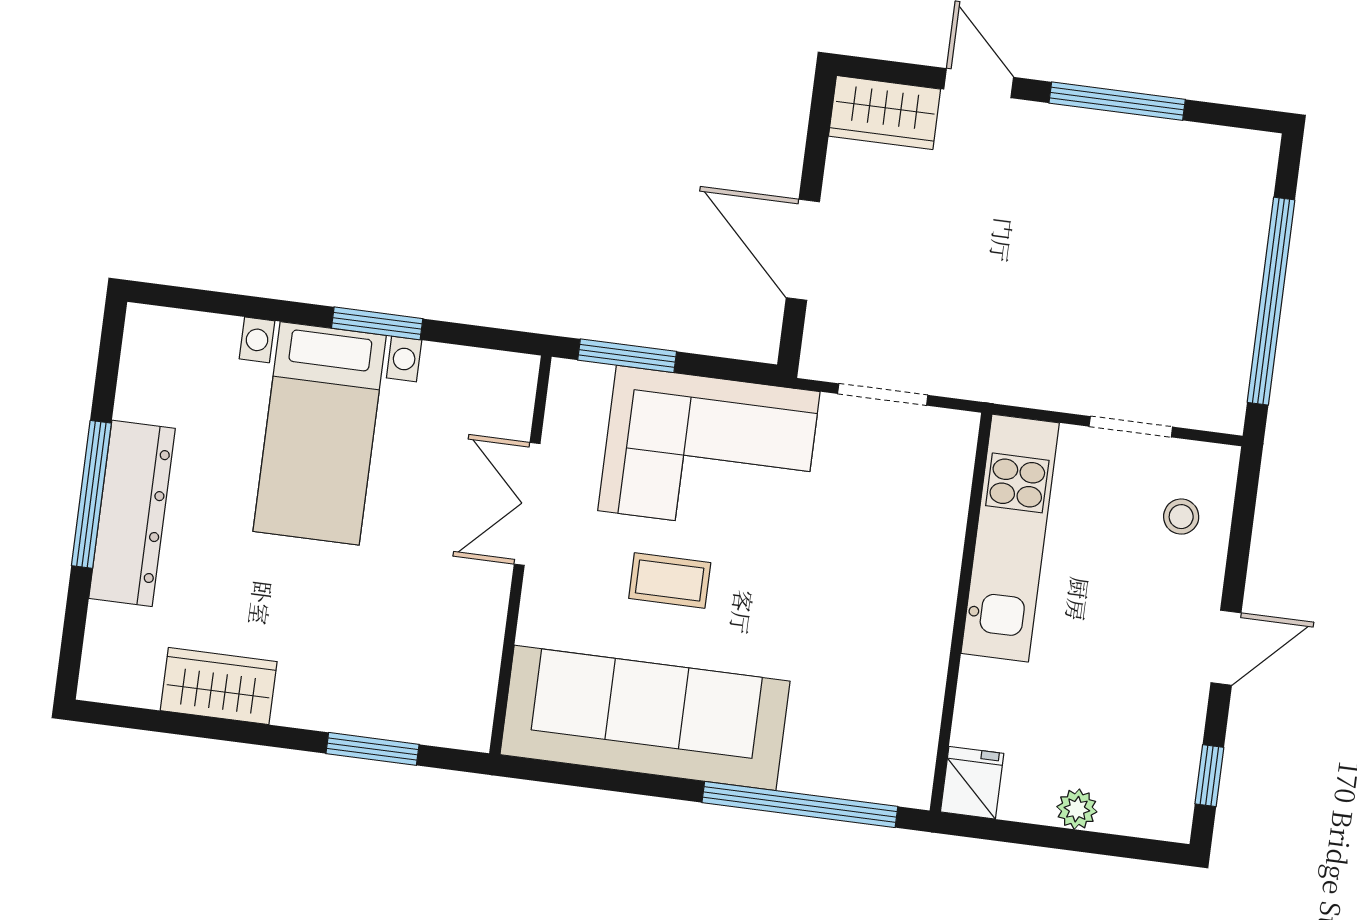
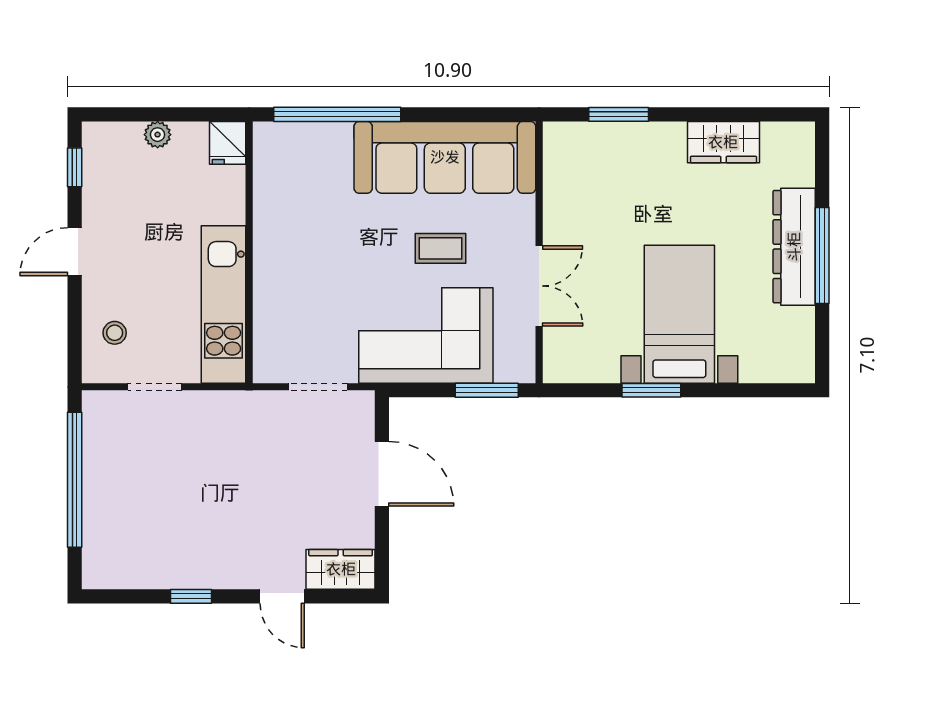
window: (1117, 101) -> (191, 596), width x0.46

